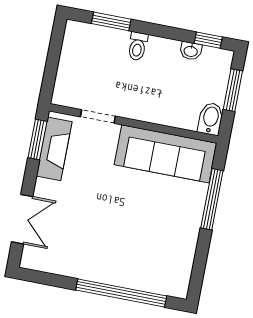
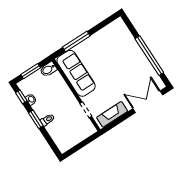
window: (111, 21) -> (36, 119), moved
window: (37, 140) -> (114, 123), removed
double door: (22, 219) -> (148, 102), width x1.37
window: (121, 293) -> (149, 56), moved

